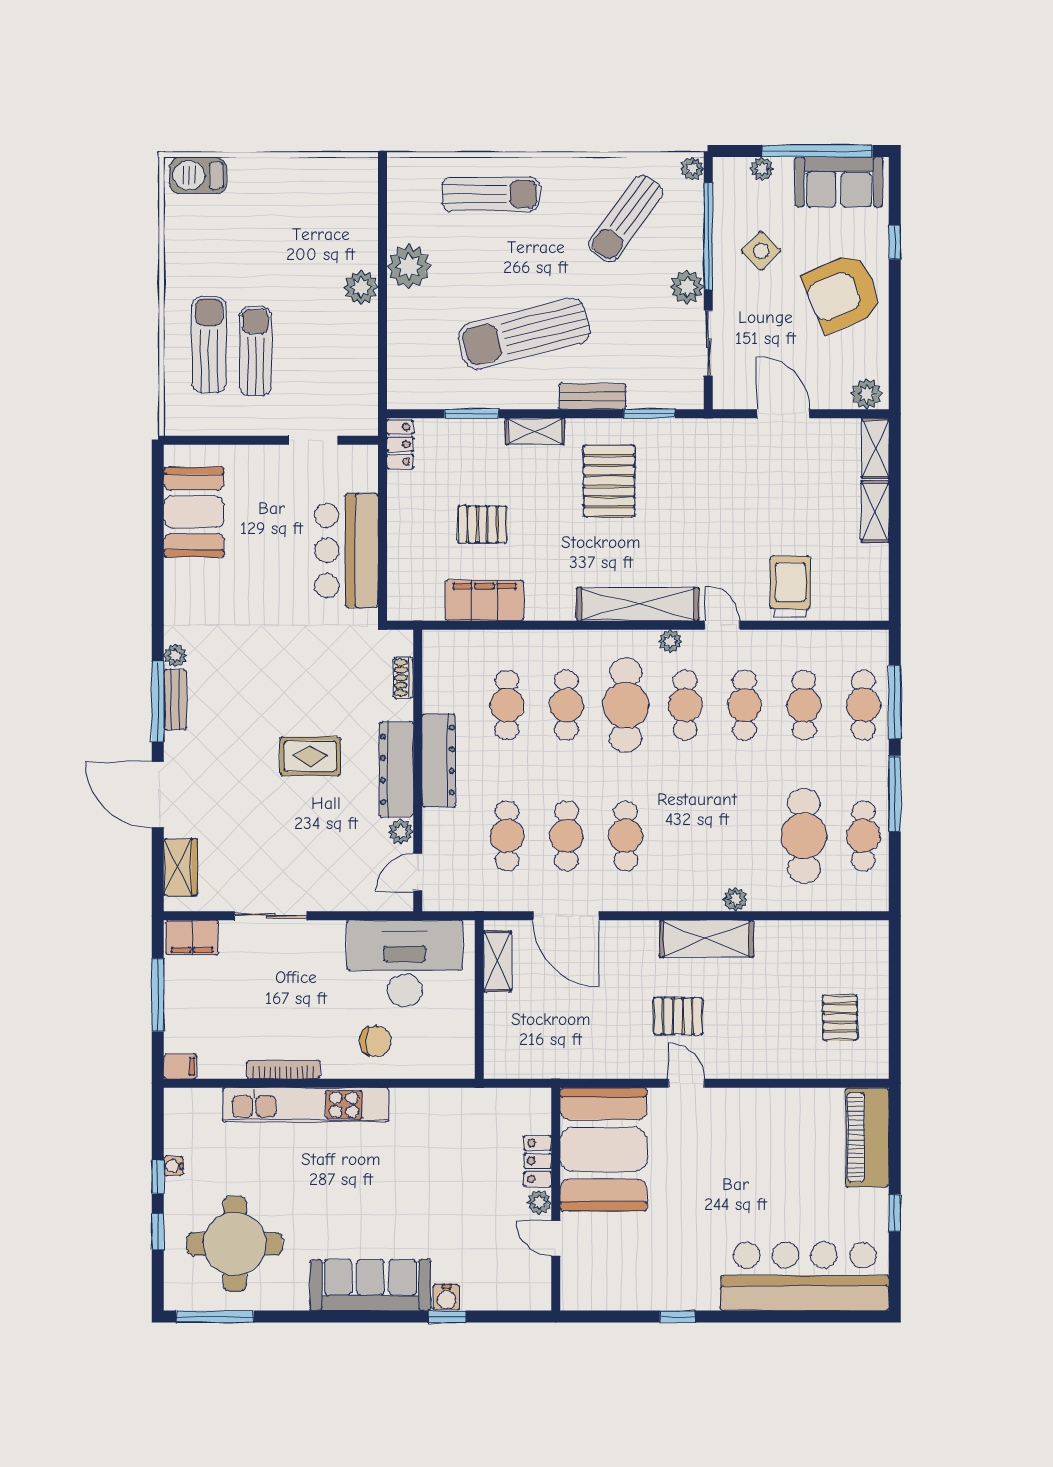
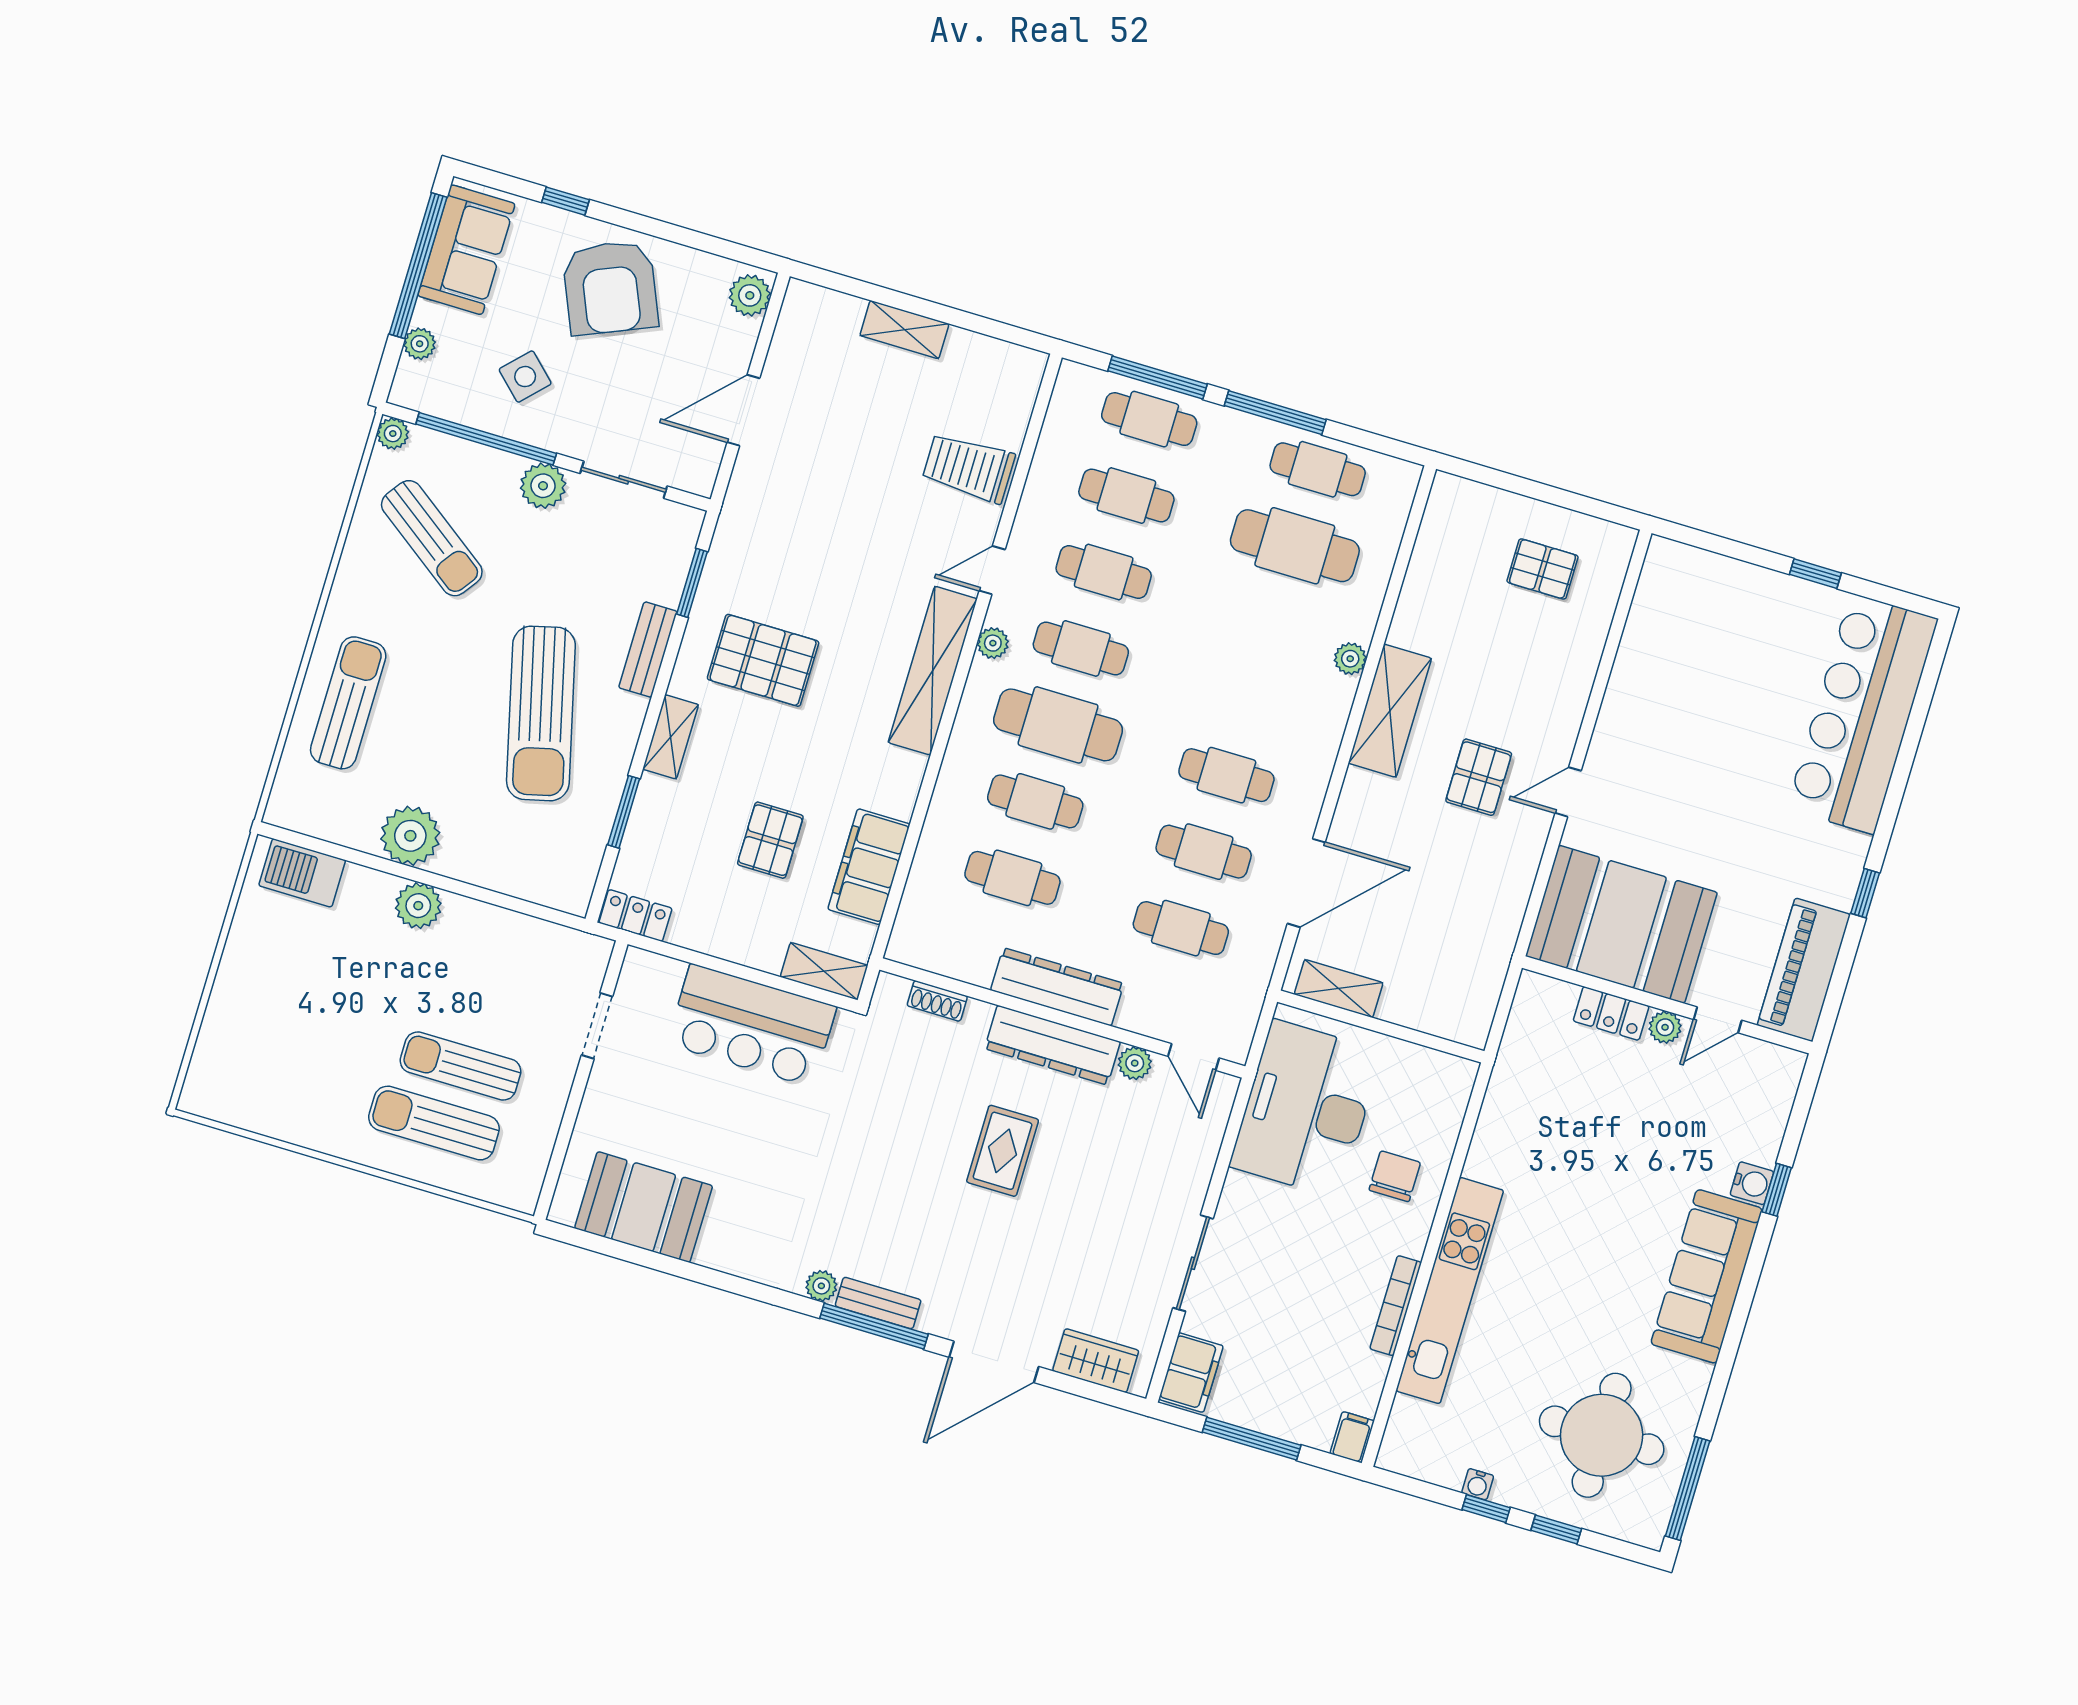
barbecue: (198, 175) -> (302, 873), moved, turned 90
shelving: (875, 448) -> (824, 971), moved
piano: (867, 1137) -> (1804, 970), moved, turned 90

